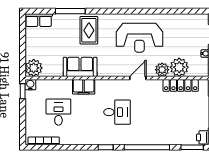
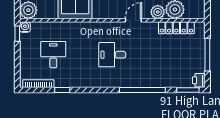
filing cabinet: (84, 87) -> (79, 29), removed
desk: (117, 112) -> (112, 55), turned 180
window: (106, 147) -> (62, 90), moved

